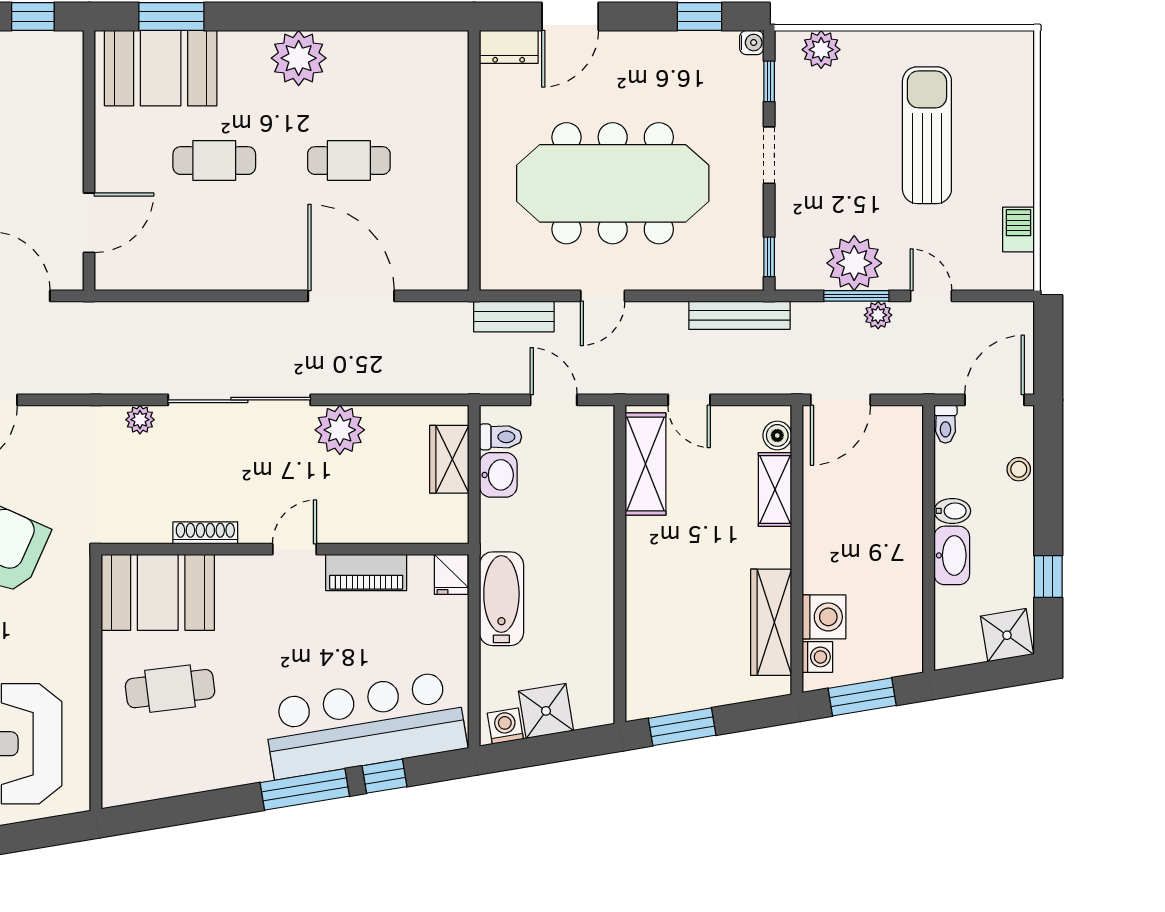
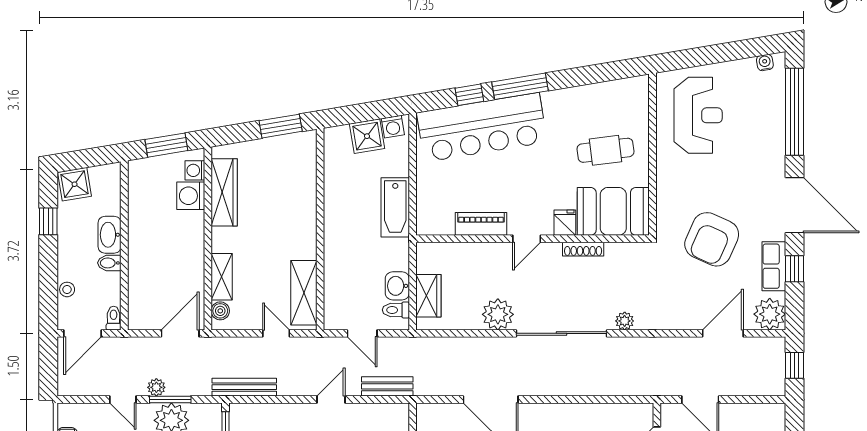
fridge: (451, 574) -> (565, 223), moved

